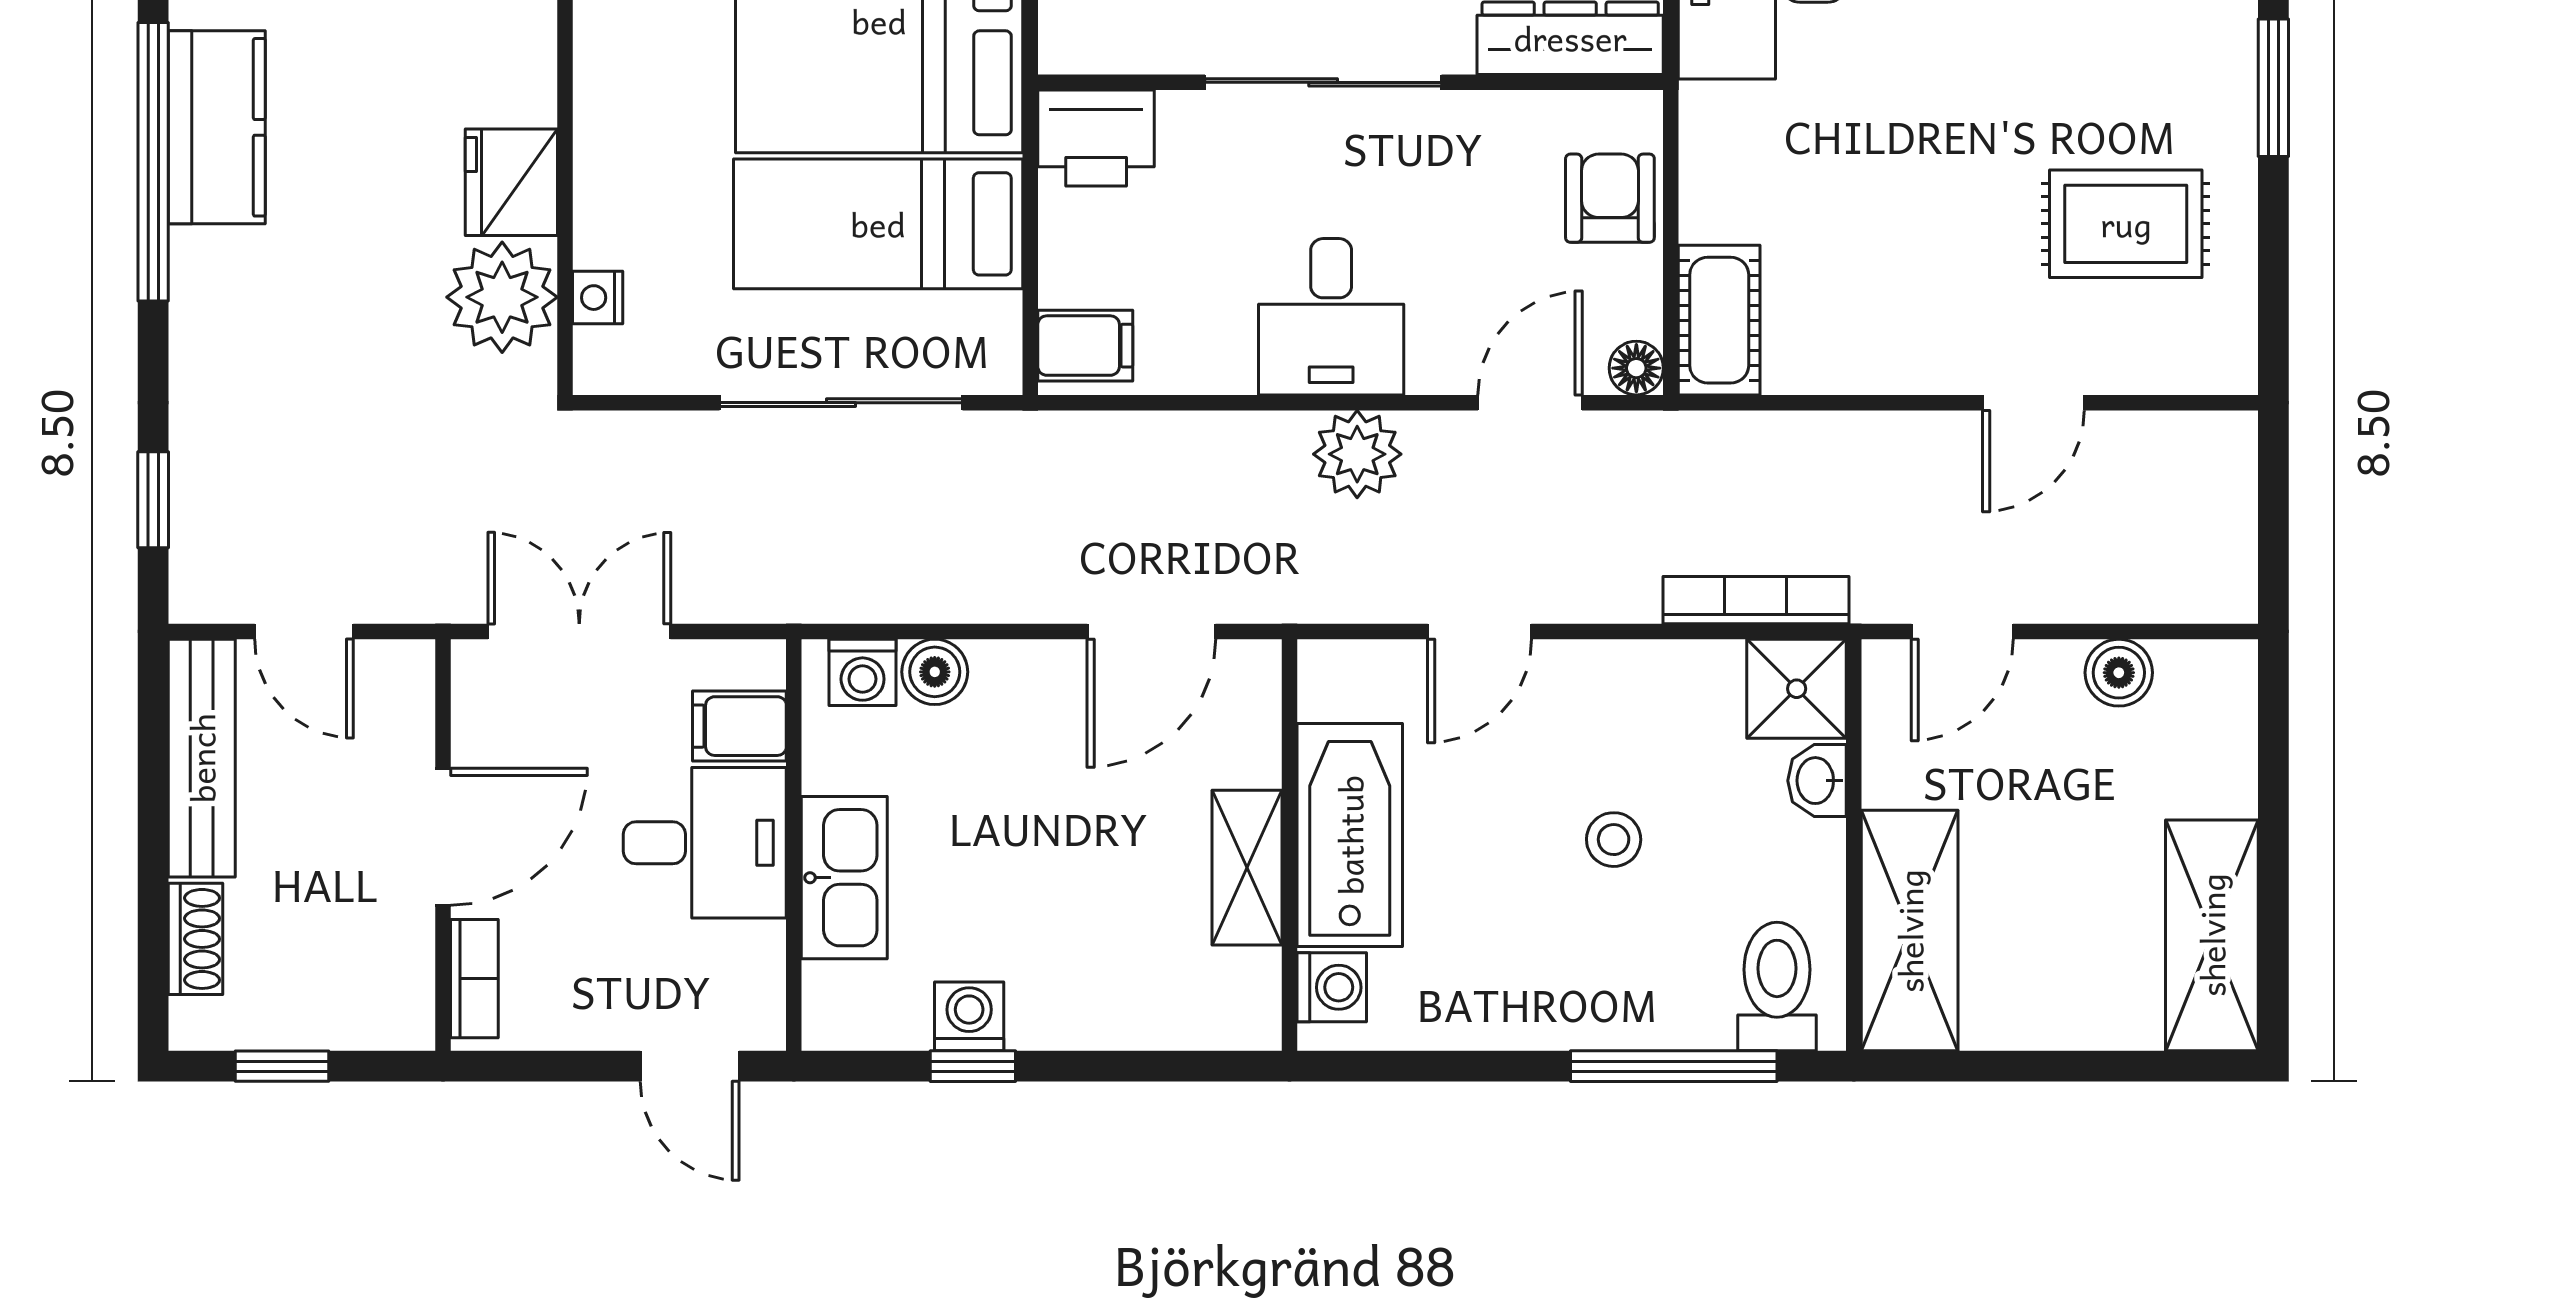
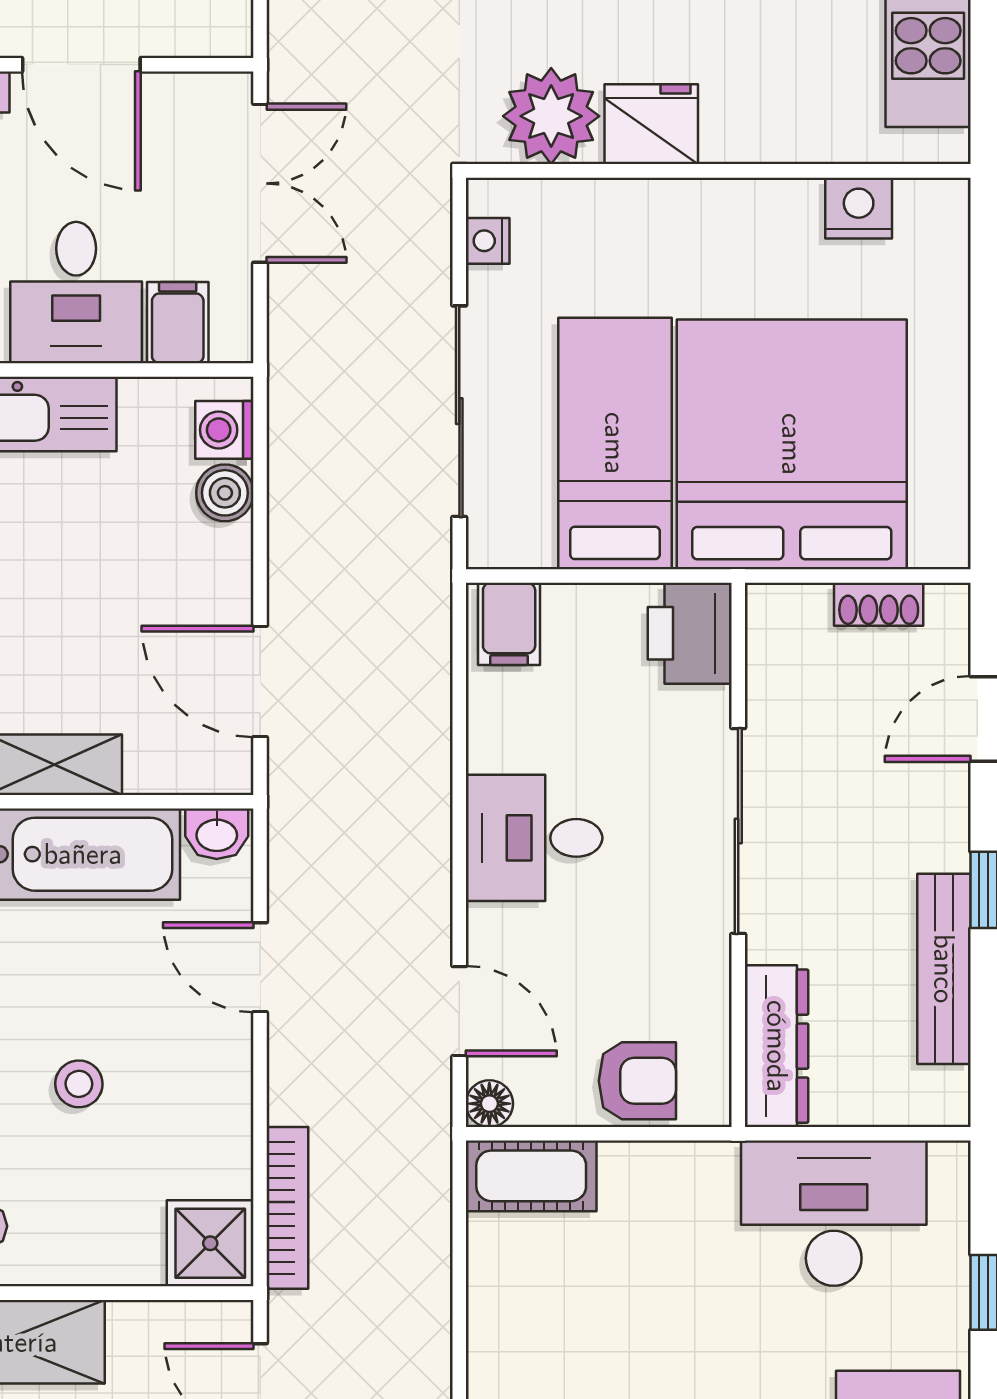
nightstand: (598, 298) -> (488, 241), moved, turned -90
plant: (1357, 454) -> (415, 861), removed
washbasin: (1817, 781) -> (217, 834), moved, turned 180

